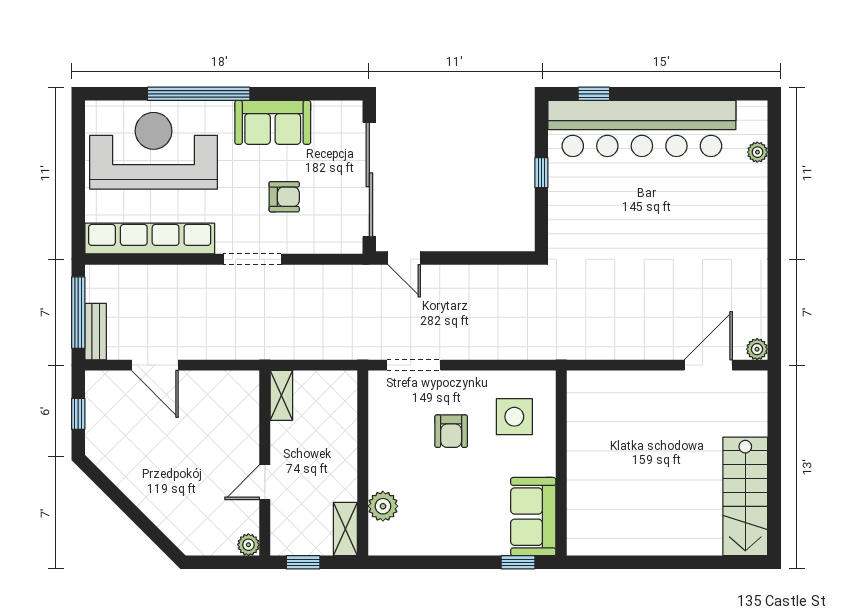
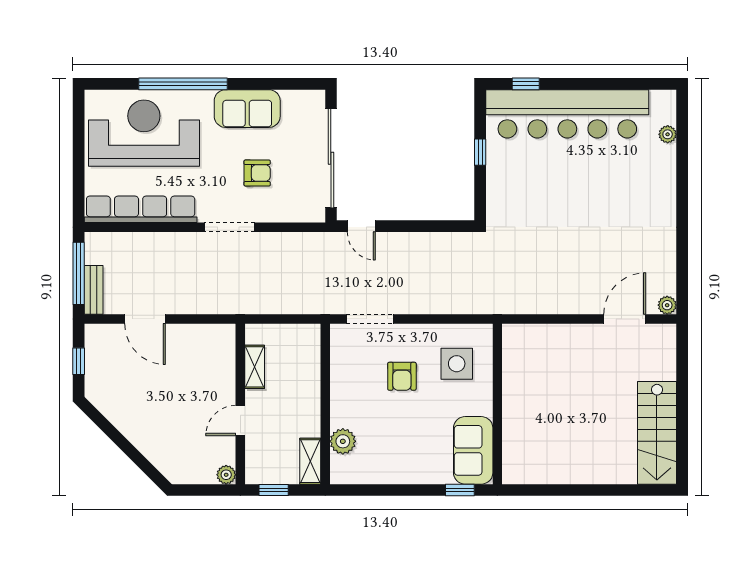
shelving: (281, 395) -> (255, 367), moved

